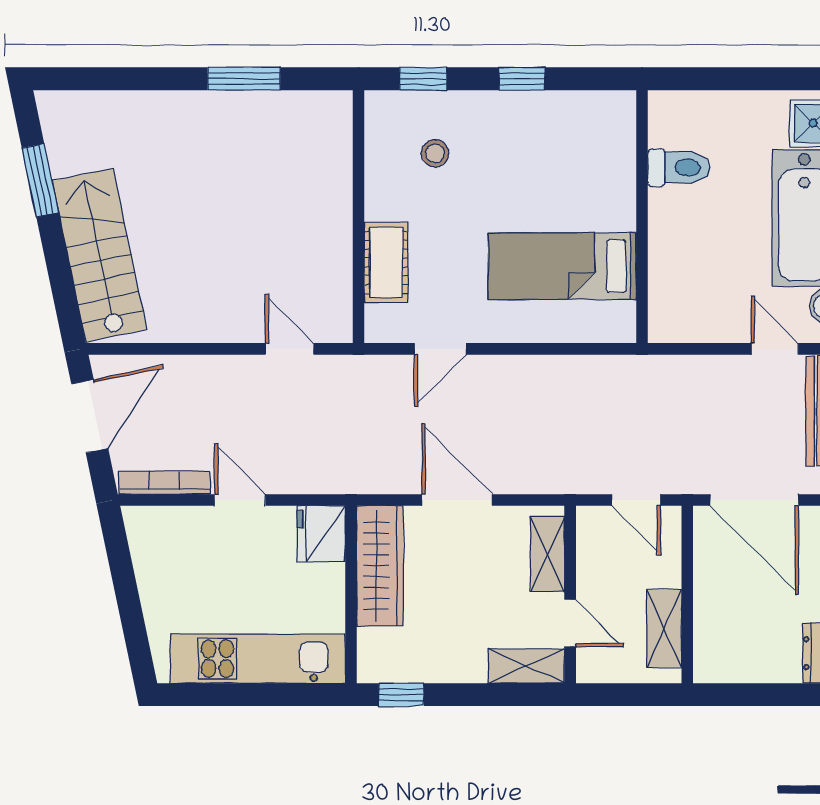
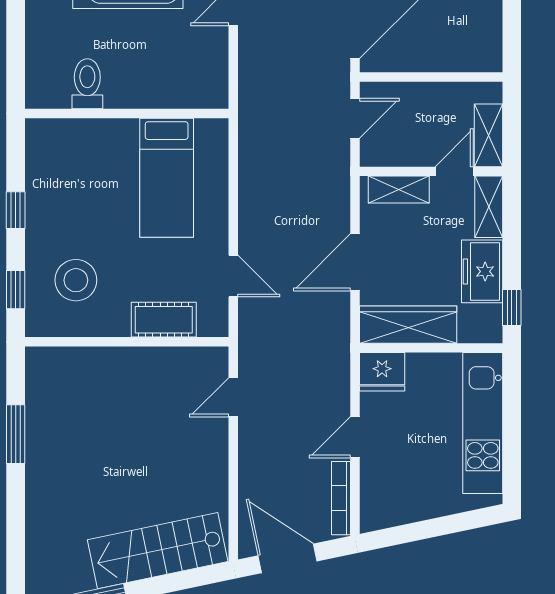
stool: (435, 153) -> (76, 280), width x1.89, depth x1.89
shelving: (664, 629) -> (489, 135), moved, turned 90
freezer: (446, 658) -> (482, 271), added

